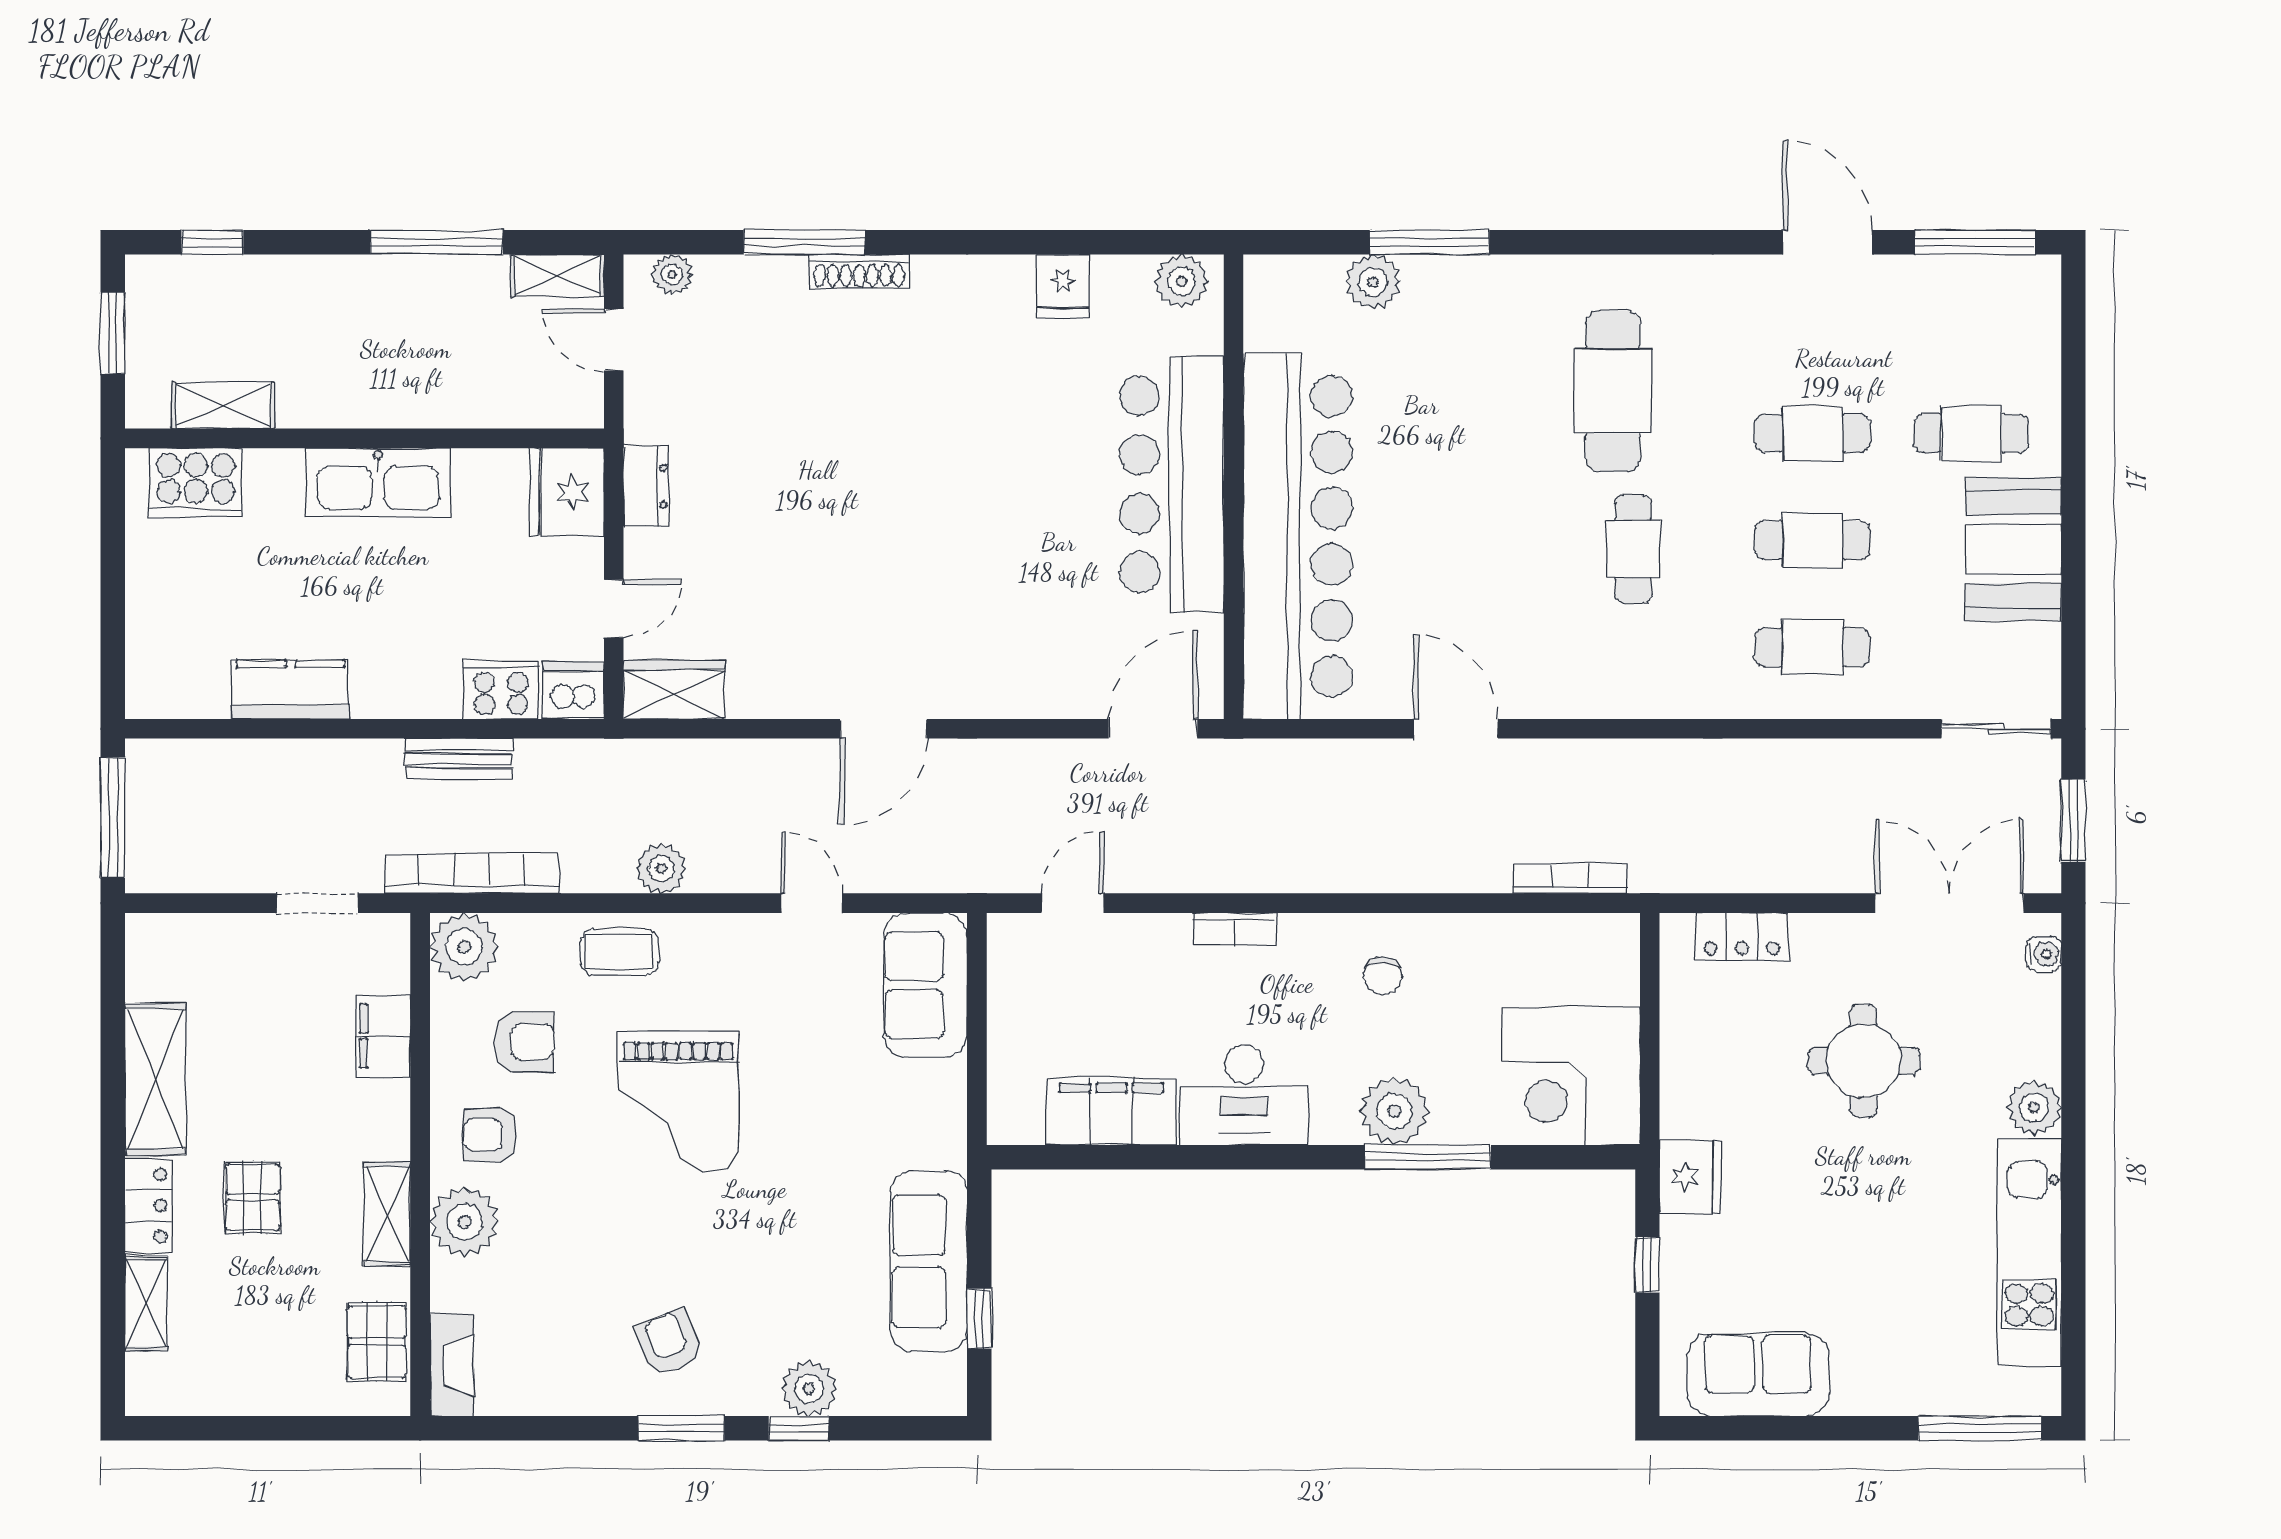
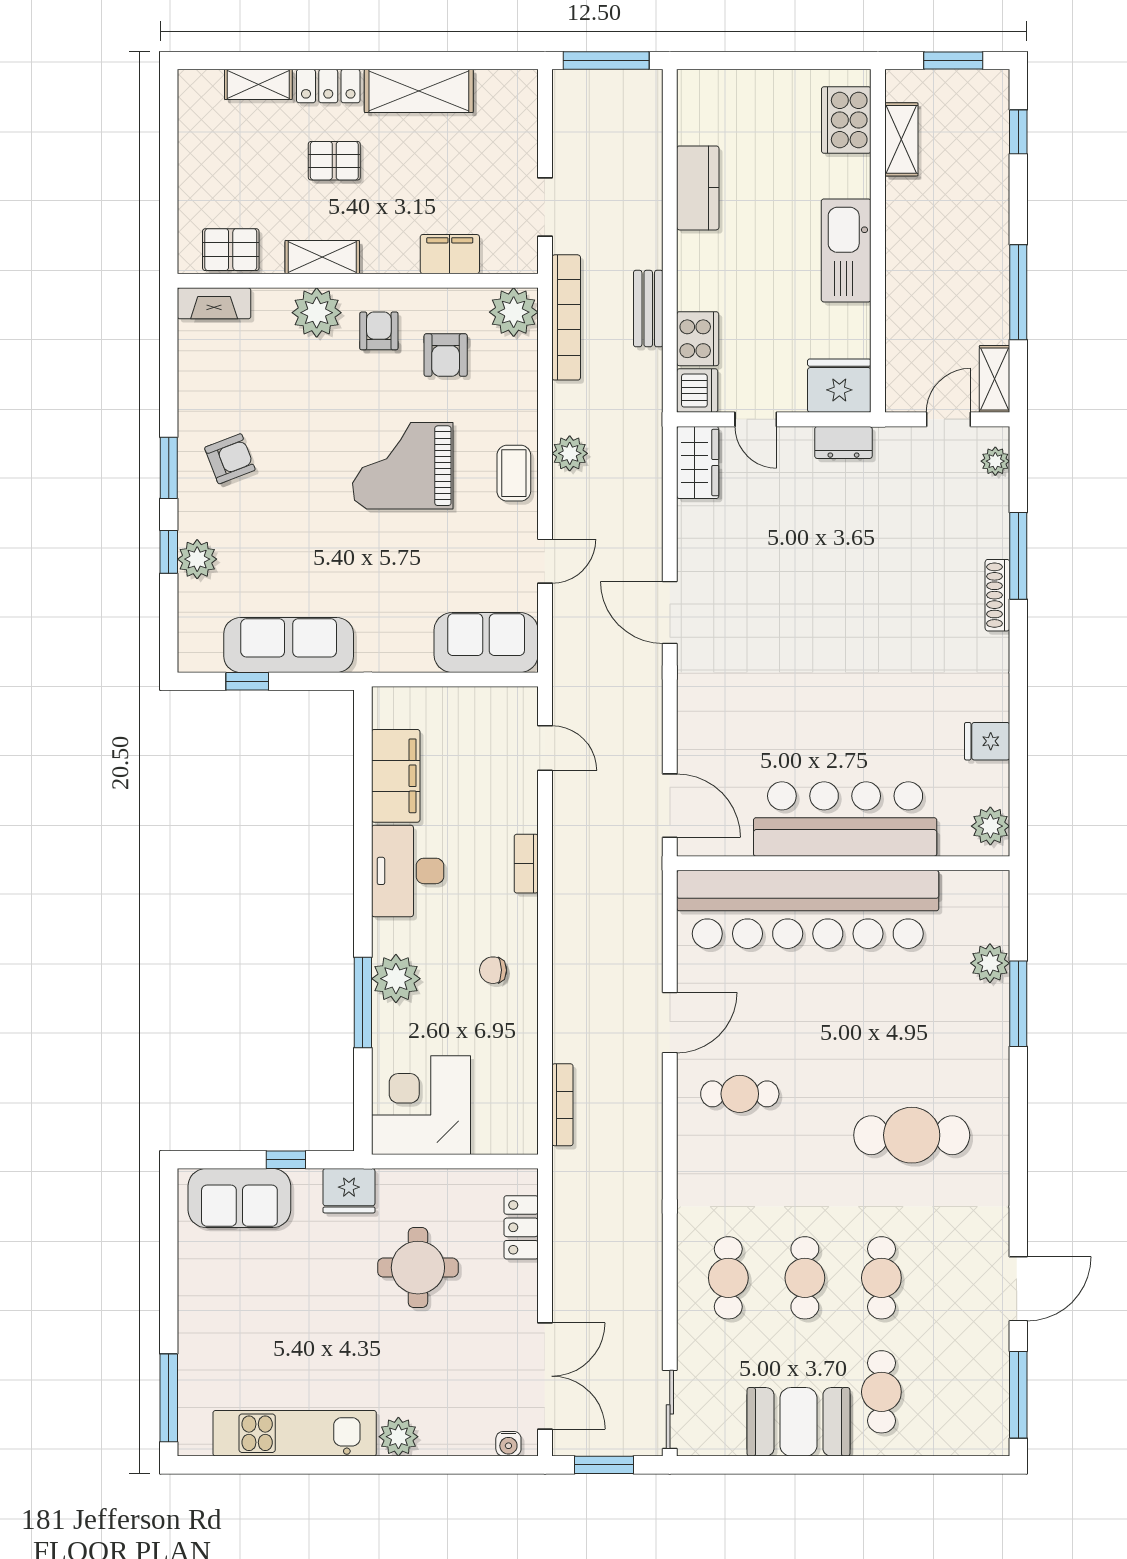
cafe table: (1633, 549) -> (740, 1094), moved
coffee table: (619, 952) -> (514, 473), moved
round table: (1864, 1061) -> (418, 1268), moved
sofa: (1758, 1375) -> (239, 1198), moved, turned 90

